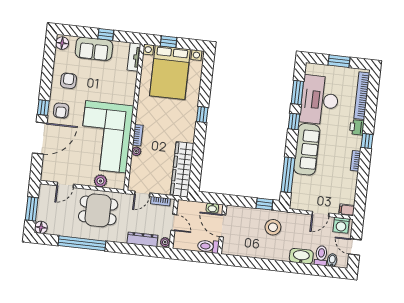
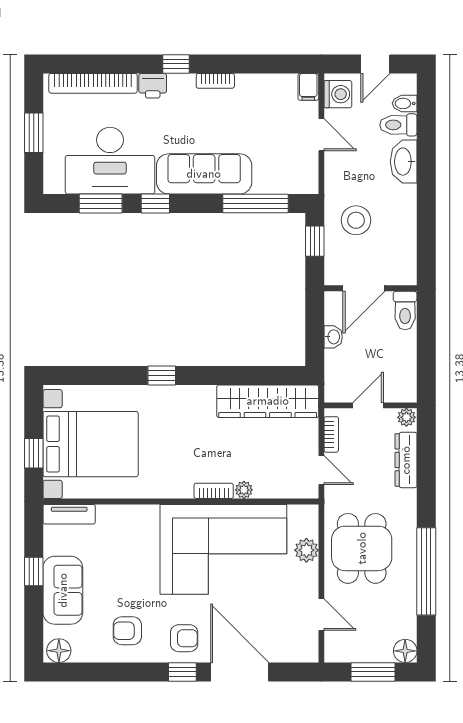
door: (223, 226) -> (364, 288), moved
wall: (222, 229) -> (371, 288), moved
toilet: (208, 246) -> (405, 311), moved

